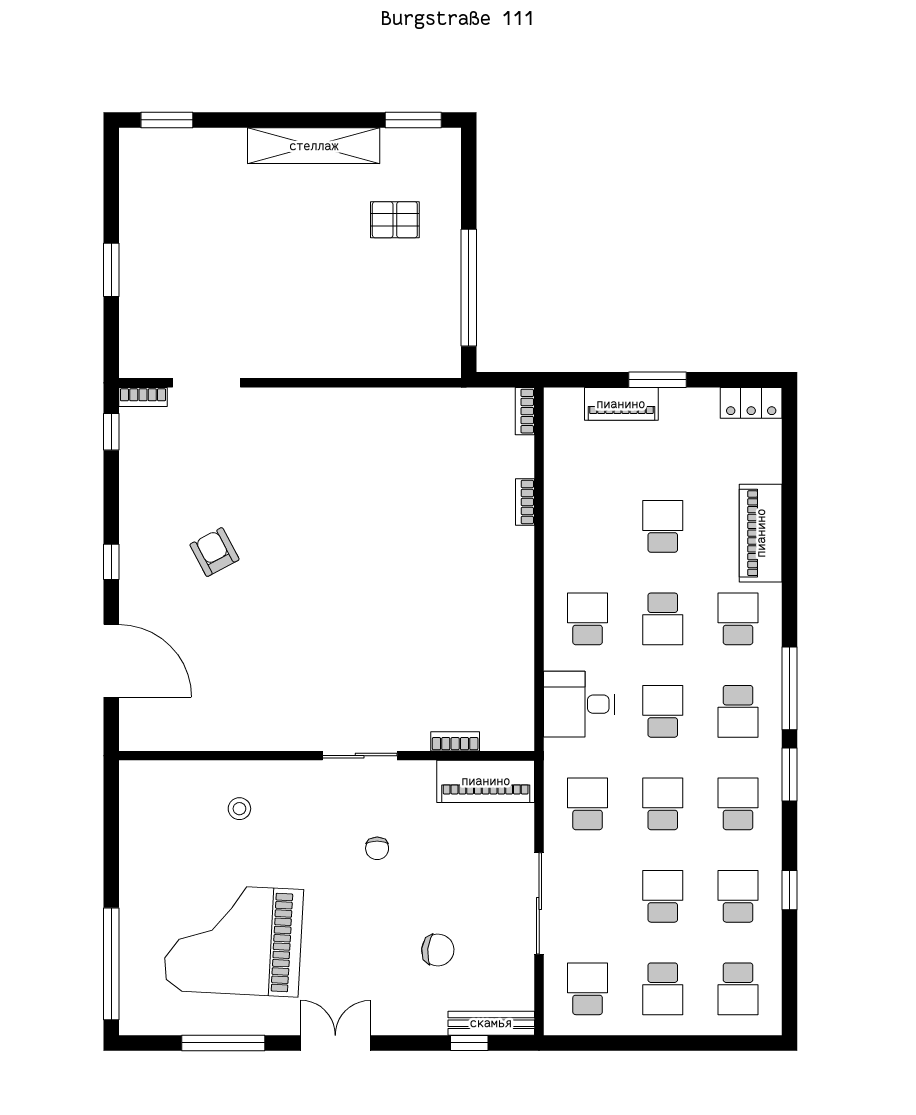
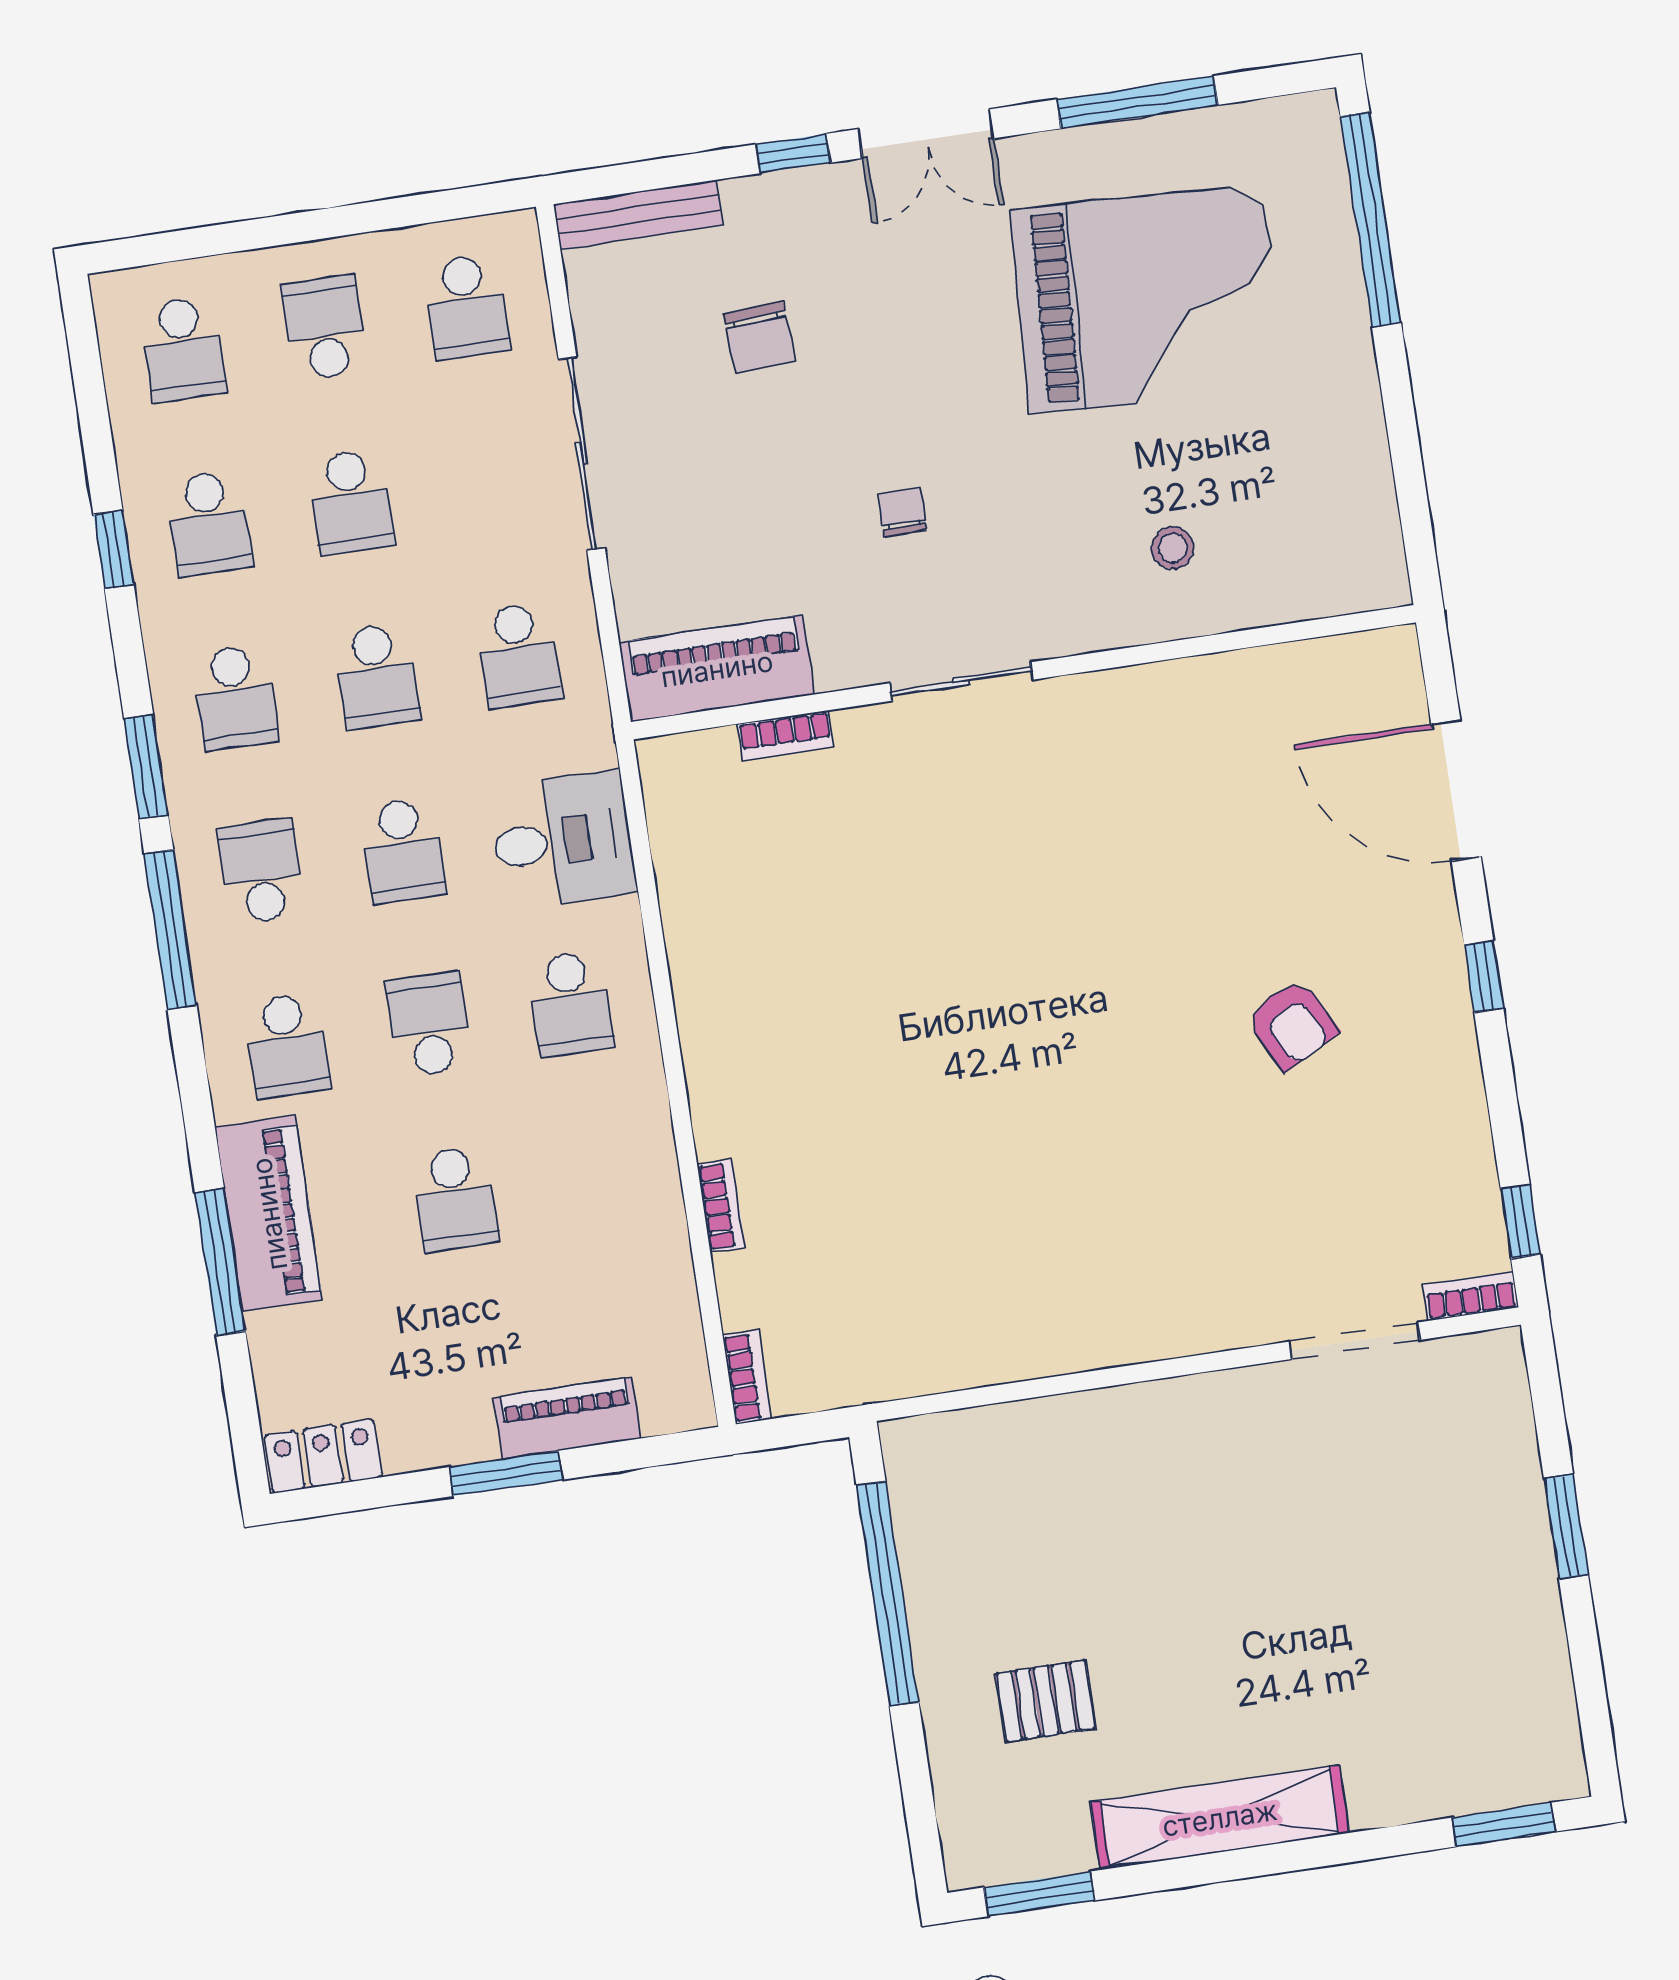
window: (790, 512) -> (220, 1262), added
chair: (438, 950) -> (759, 337), turned -100
school desk: (738, 989) -> (183, 349), turned 180
window: (469, 1043) -> (793, 154), moved

